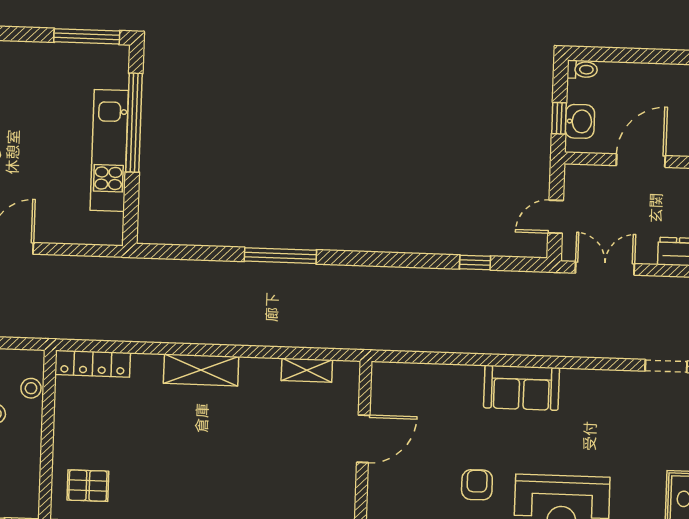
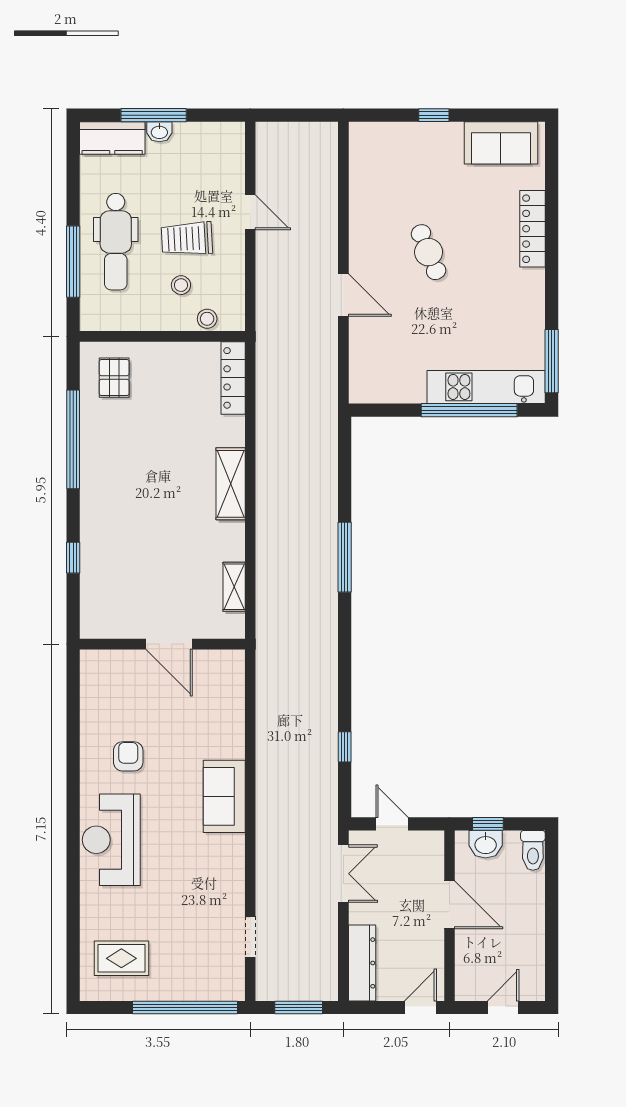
toilet: (582, 69) -> (533, 850), width x1.37, depth x1.39
kitchen unit: (109, 150) -> (486, 387), moved
armchair: (477, 485) -> (128, 756), turned -90

